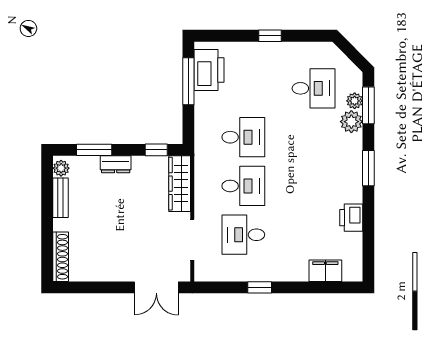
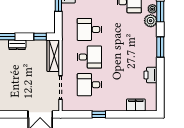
desk: (243, 137) -> (89, 29), turned 180

